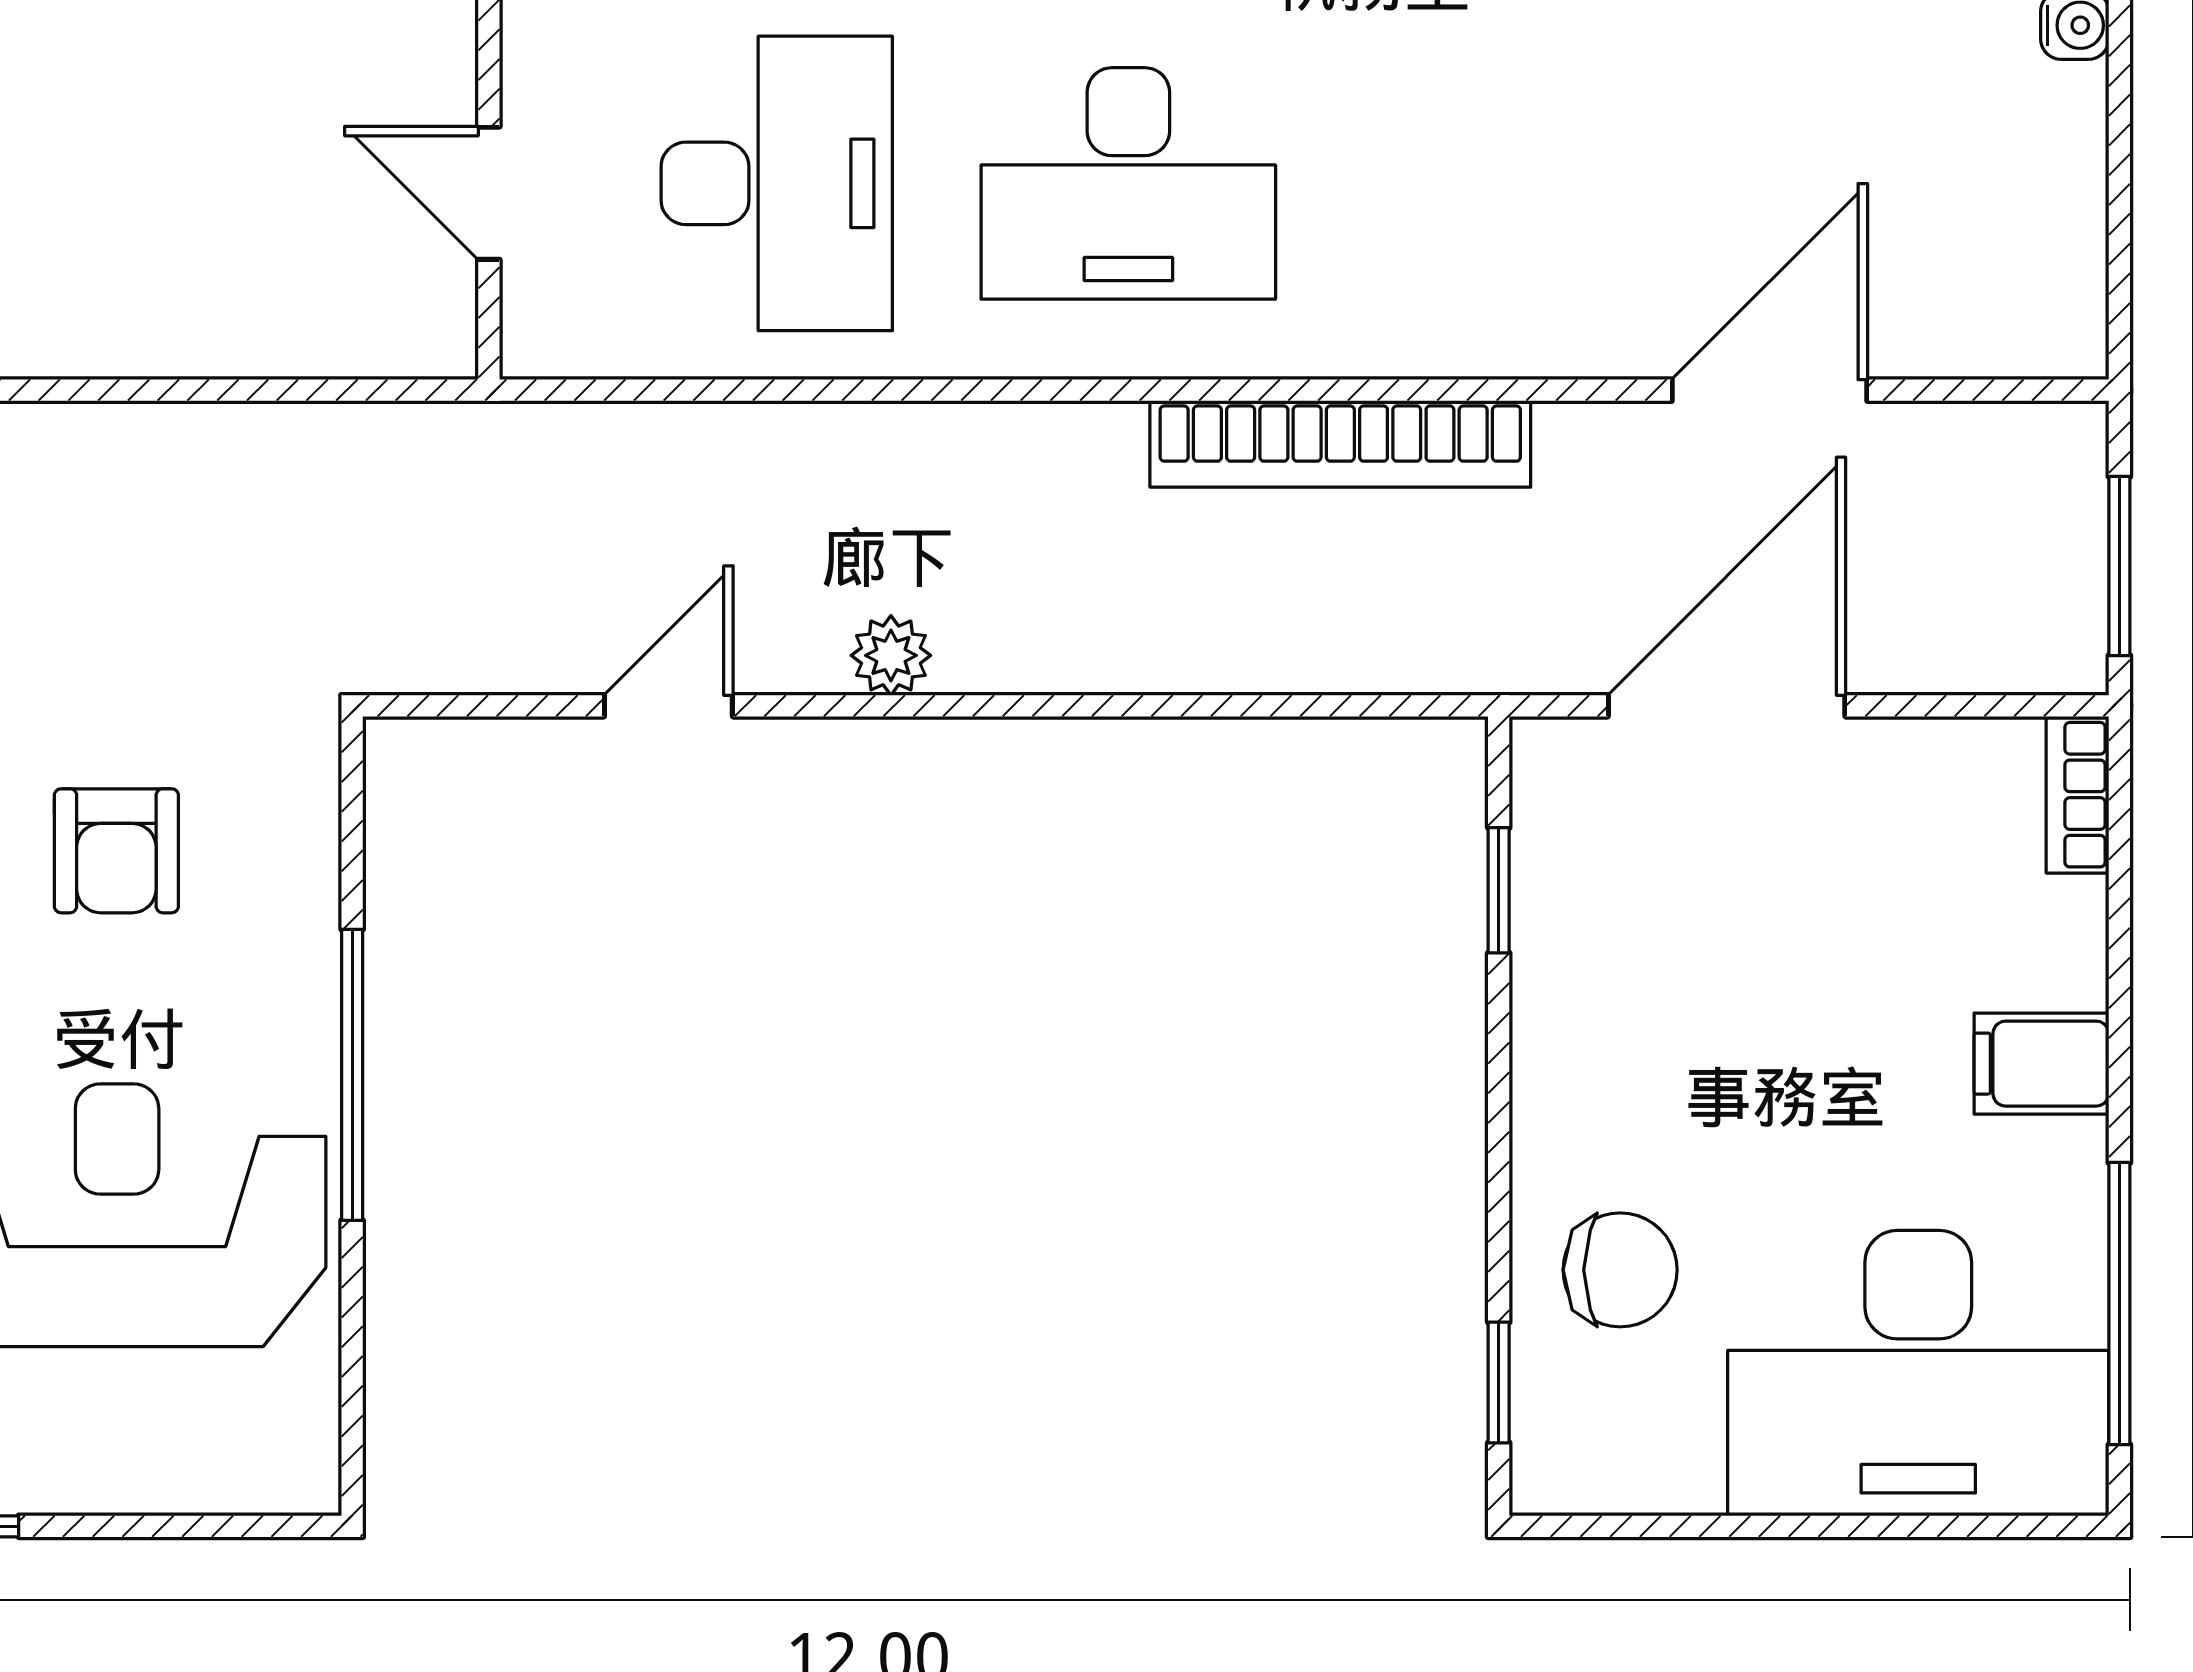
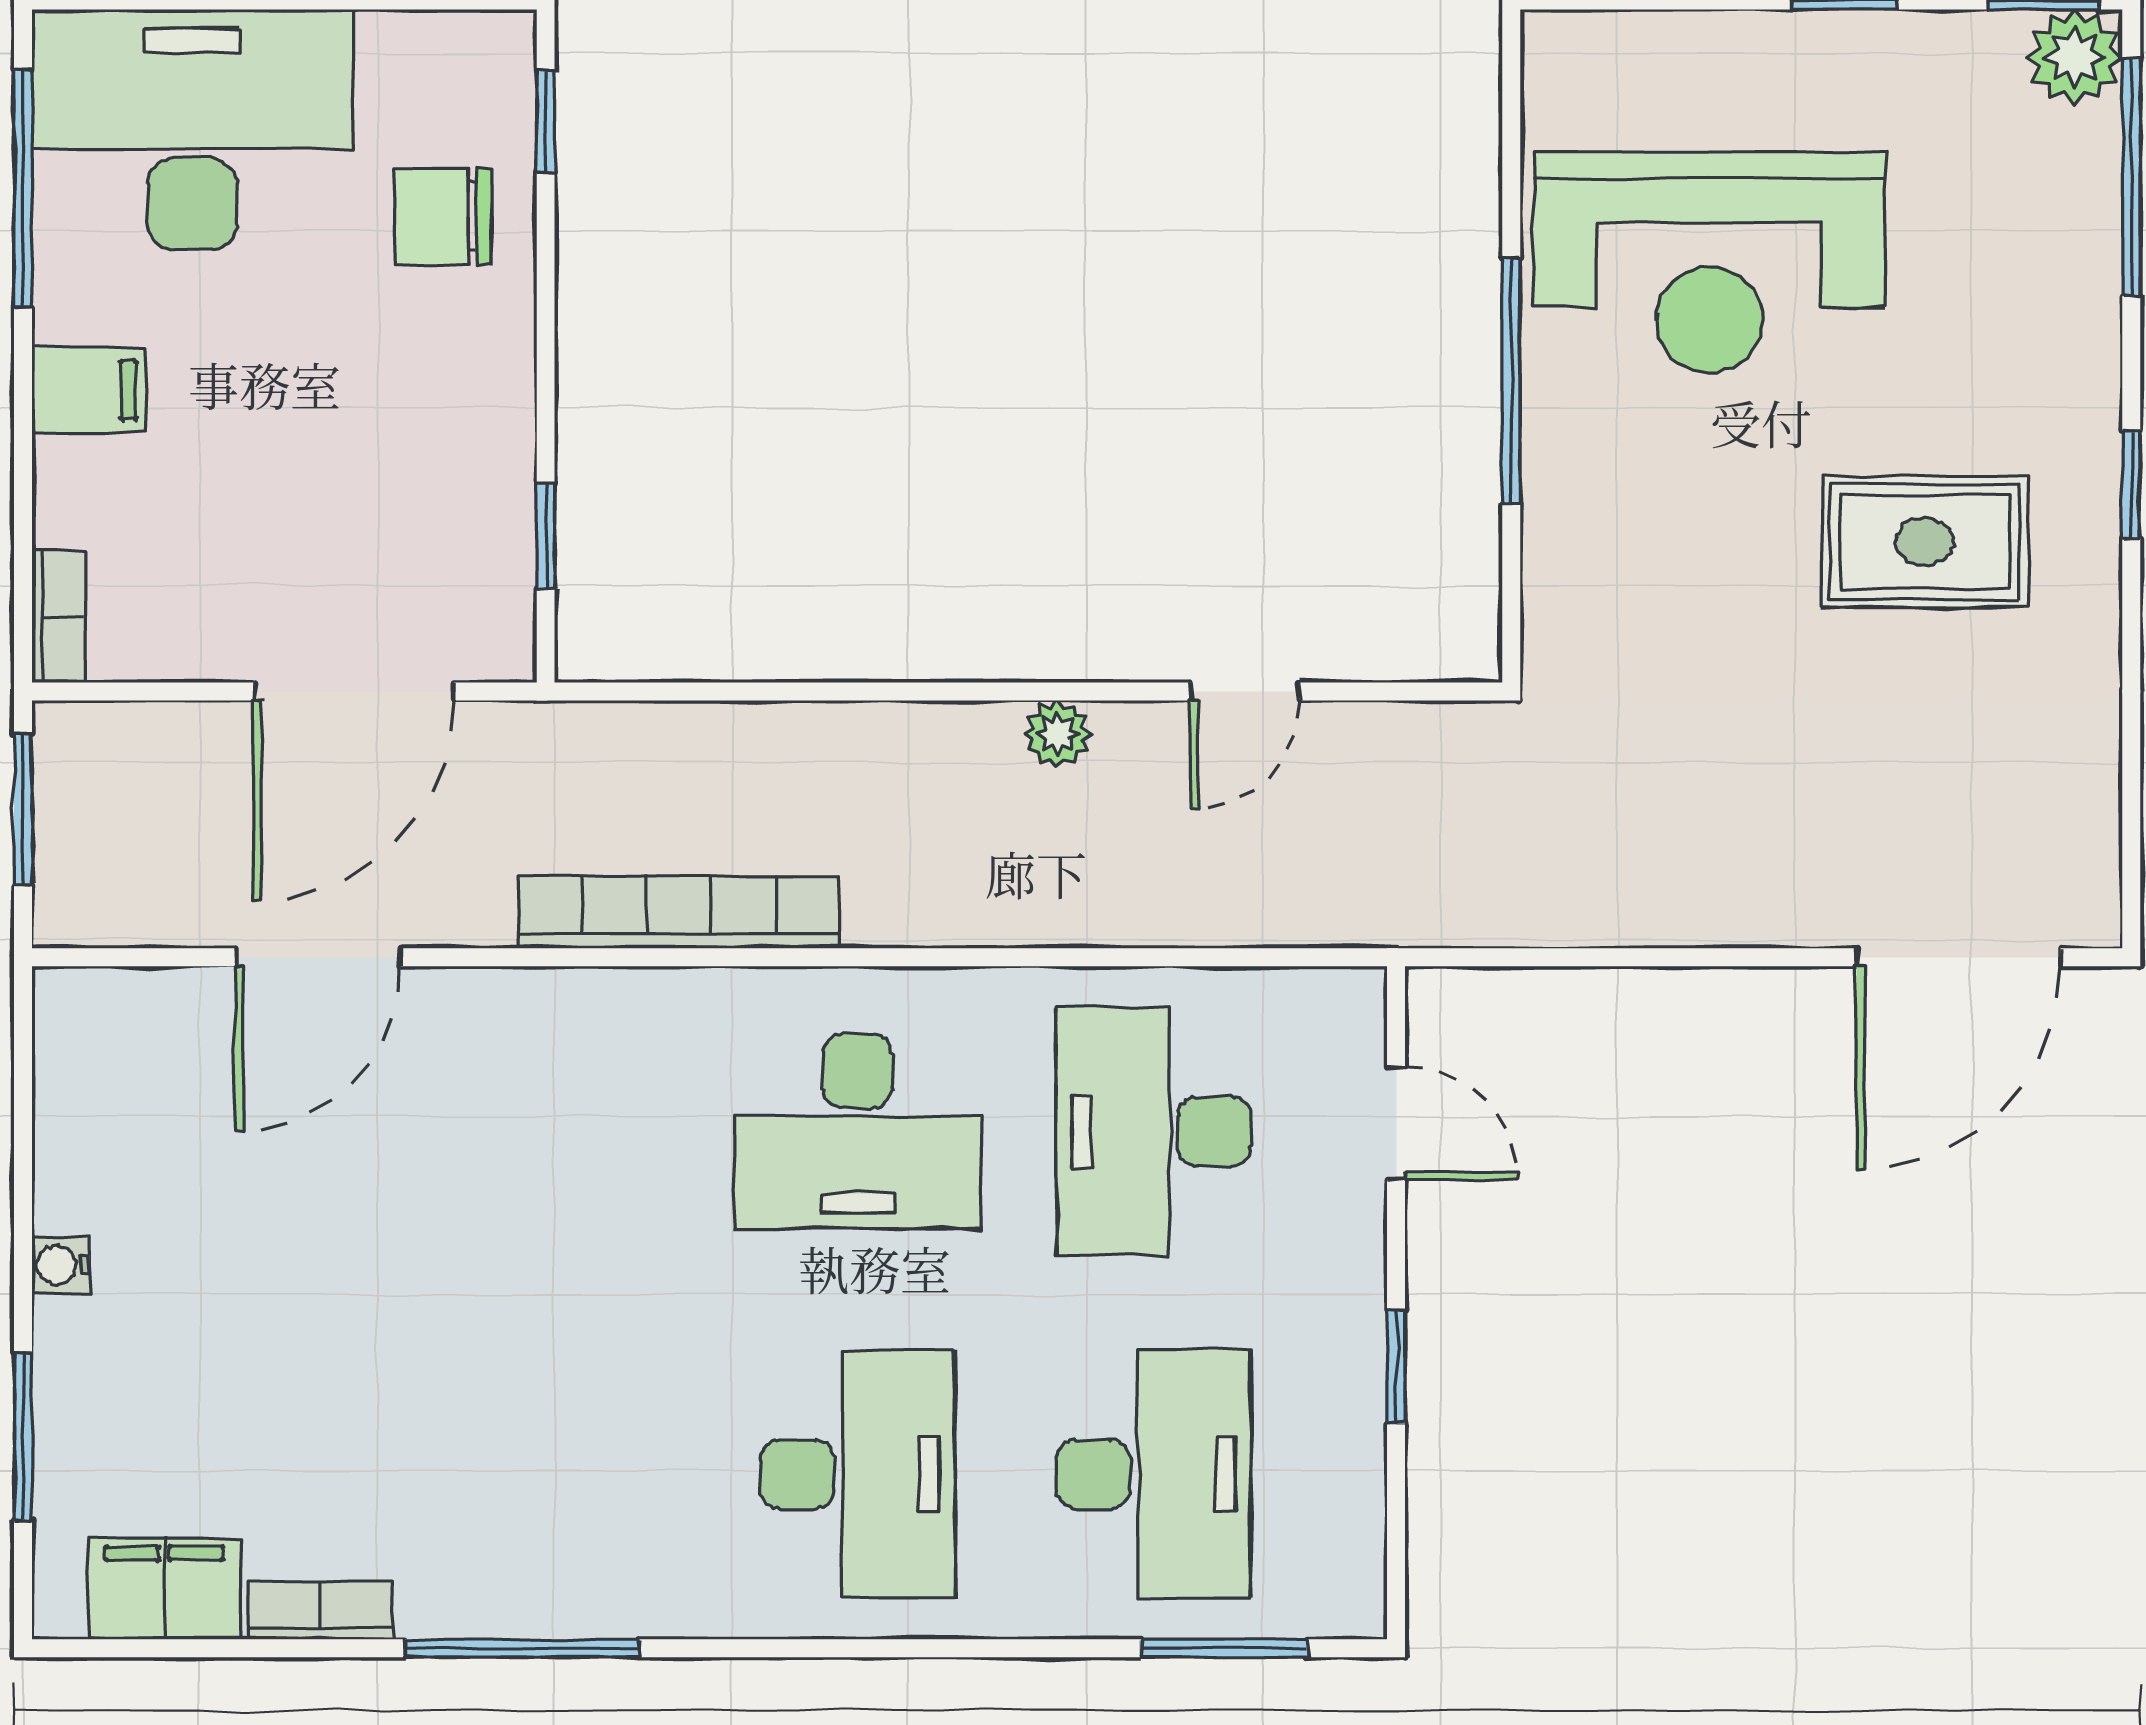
desk: (1128, 183) -> (858, 1131), turned 180
armchair: (116, 851) -> (1710, 569), removed

